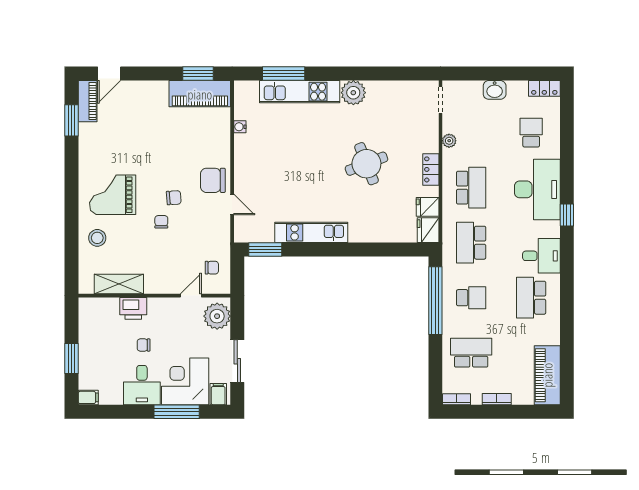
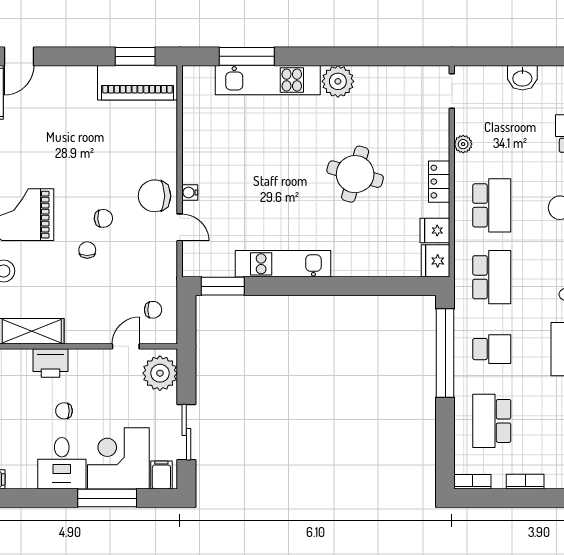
water cooler: (240, 127) -> (190, 193), moved
round table: (366, 164) -> (355, 174), turned 37
school desk: (471, 243) -> (492, 277), turned 180
school desk: (471, 353) -> (492, 421), turned -90

